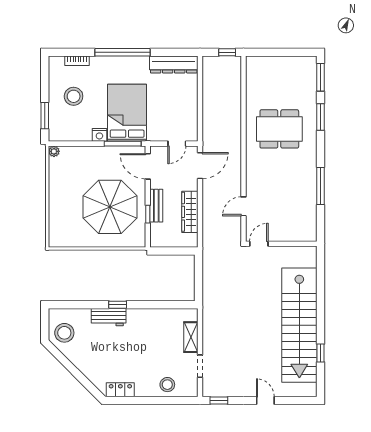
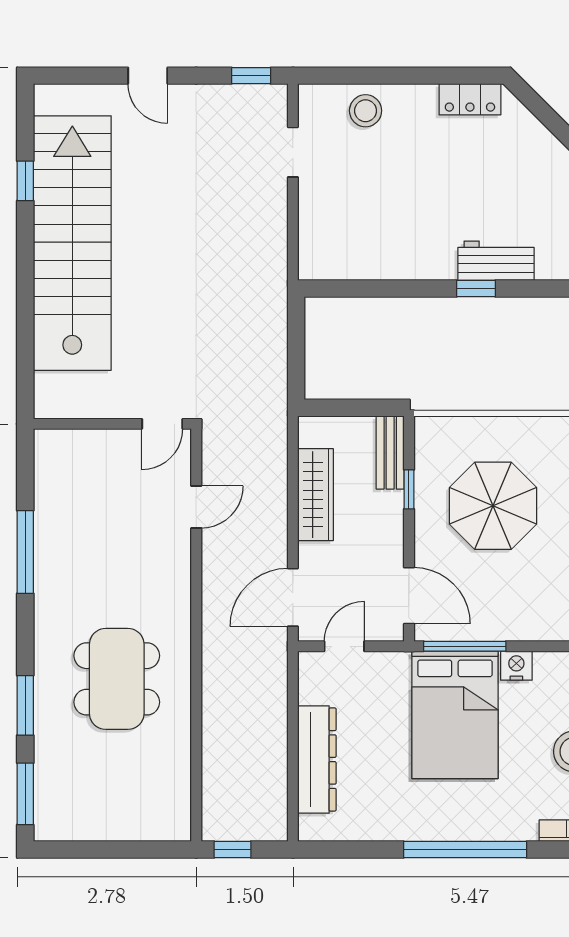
dresser: (174, 64) -> (317, 760), moved, turned 90
dining table: (279, 129) -> (117, 679), turned 90
bench: (156, 206) -> (390, 452), moved
parasol: (110, 207) -> (493, 506), width x0.73, depth x0.73
shelving: (191, 337) -> (313, 216), removed

